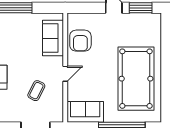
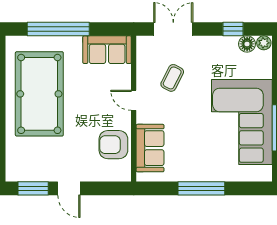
armchair: (80, 41) -> (113, 145), turned -90
door: (65, 74) -> (134, 100), hinge flipped

